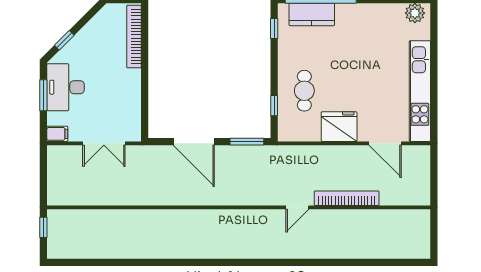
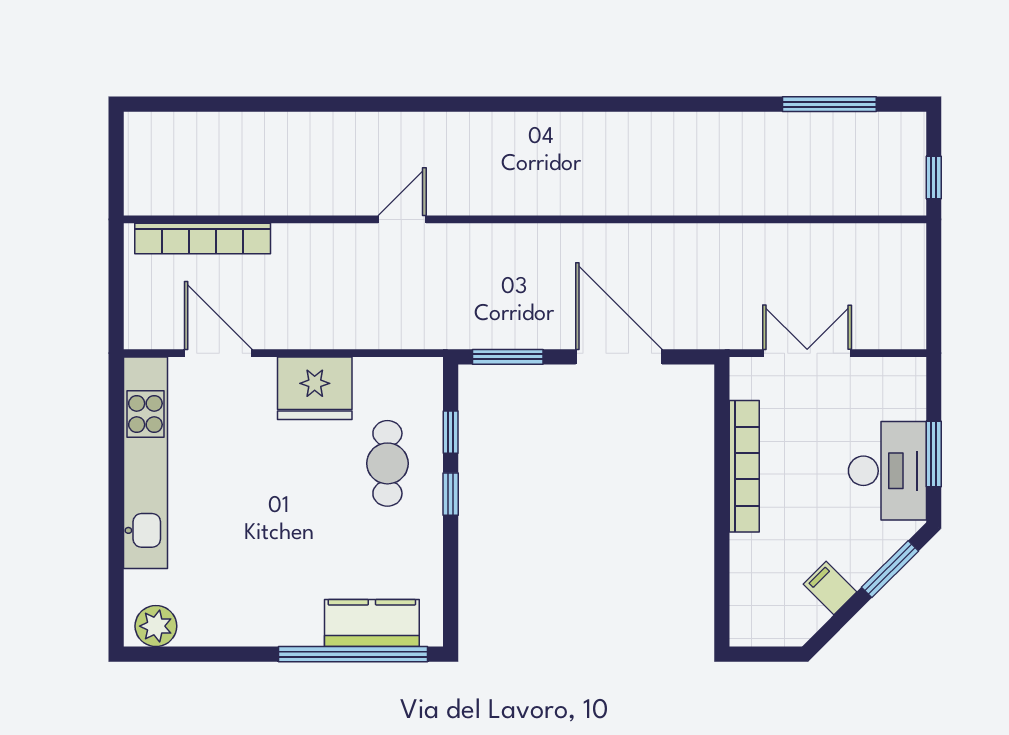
window: (274, 28) -> (451, 494), moved
bookcase: (134, 37) -> (744, 466), moved
window: (64, 40) -> (890, 569), width x1.50
filing cabinet: (57, 134) -> (830, 588), moved, turned 45
bookcase: (347, 198) -> (203, 238), moved
window: (93, 262) -> (829, 104), added

